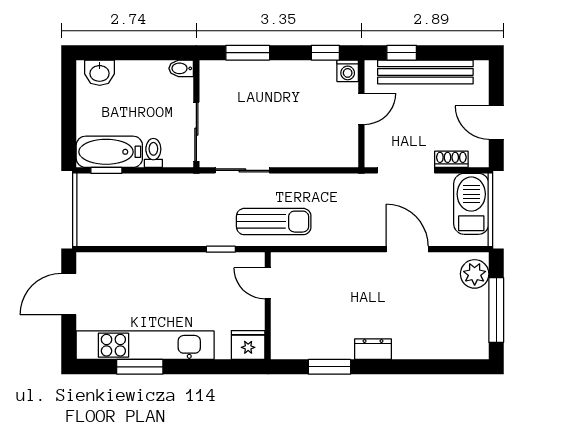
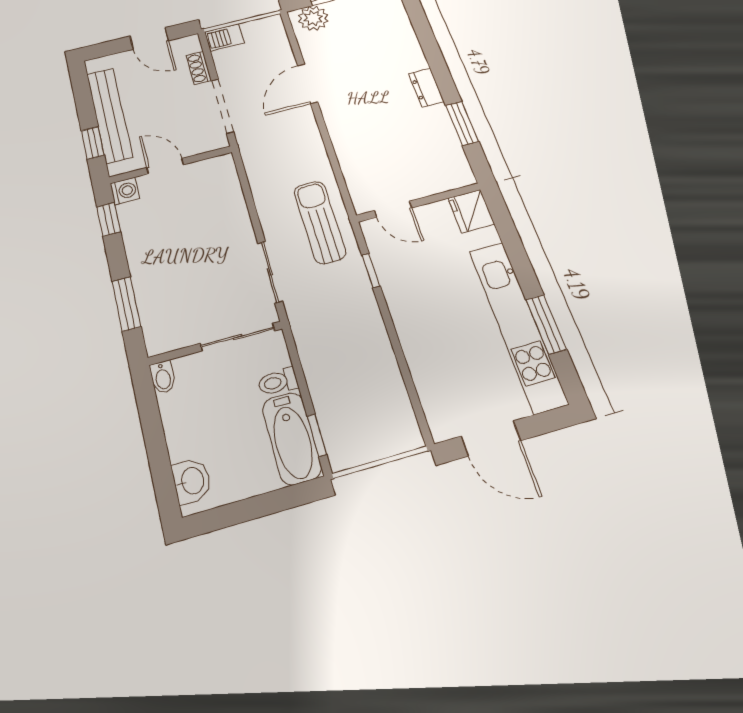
door: (496, 123) -> (149, 38), hinge flipped
barbecue: (471, 204) -> (224, 37), width x0.53, depth x0.65
door: (268, 283) -> (393, 209), hinge flipped

